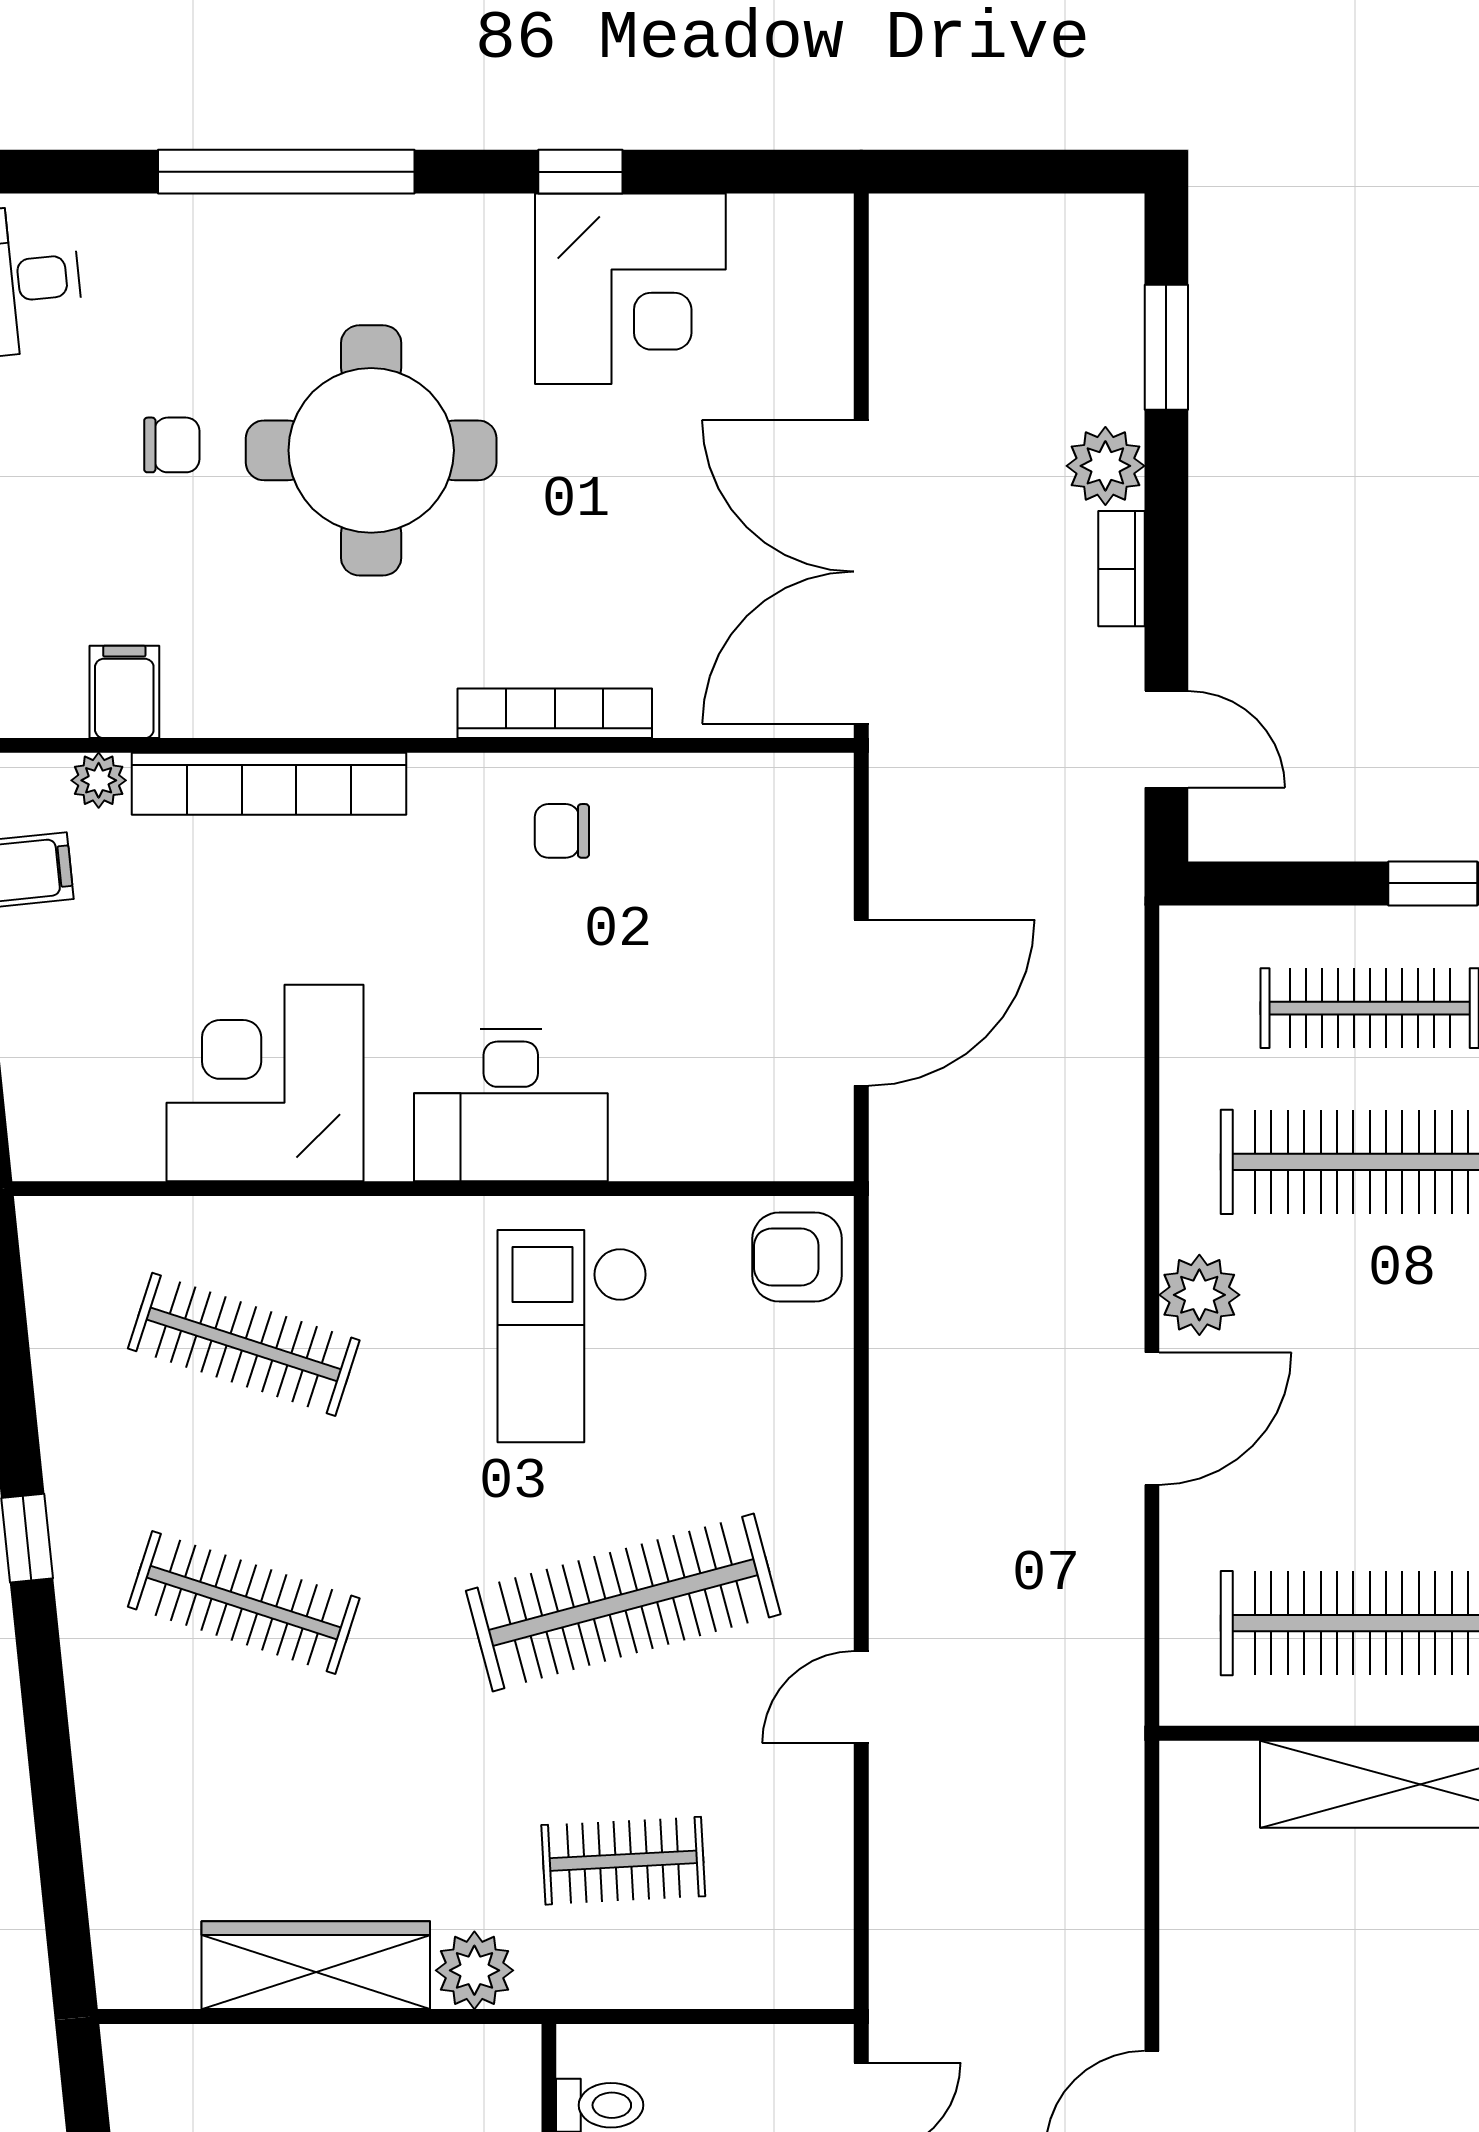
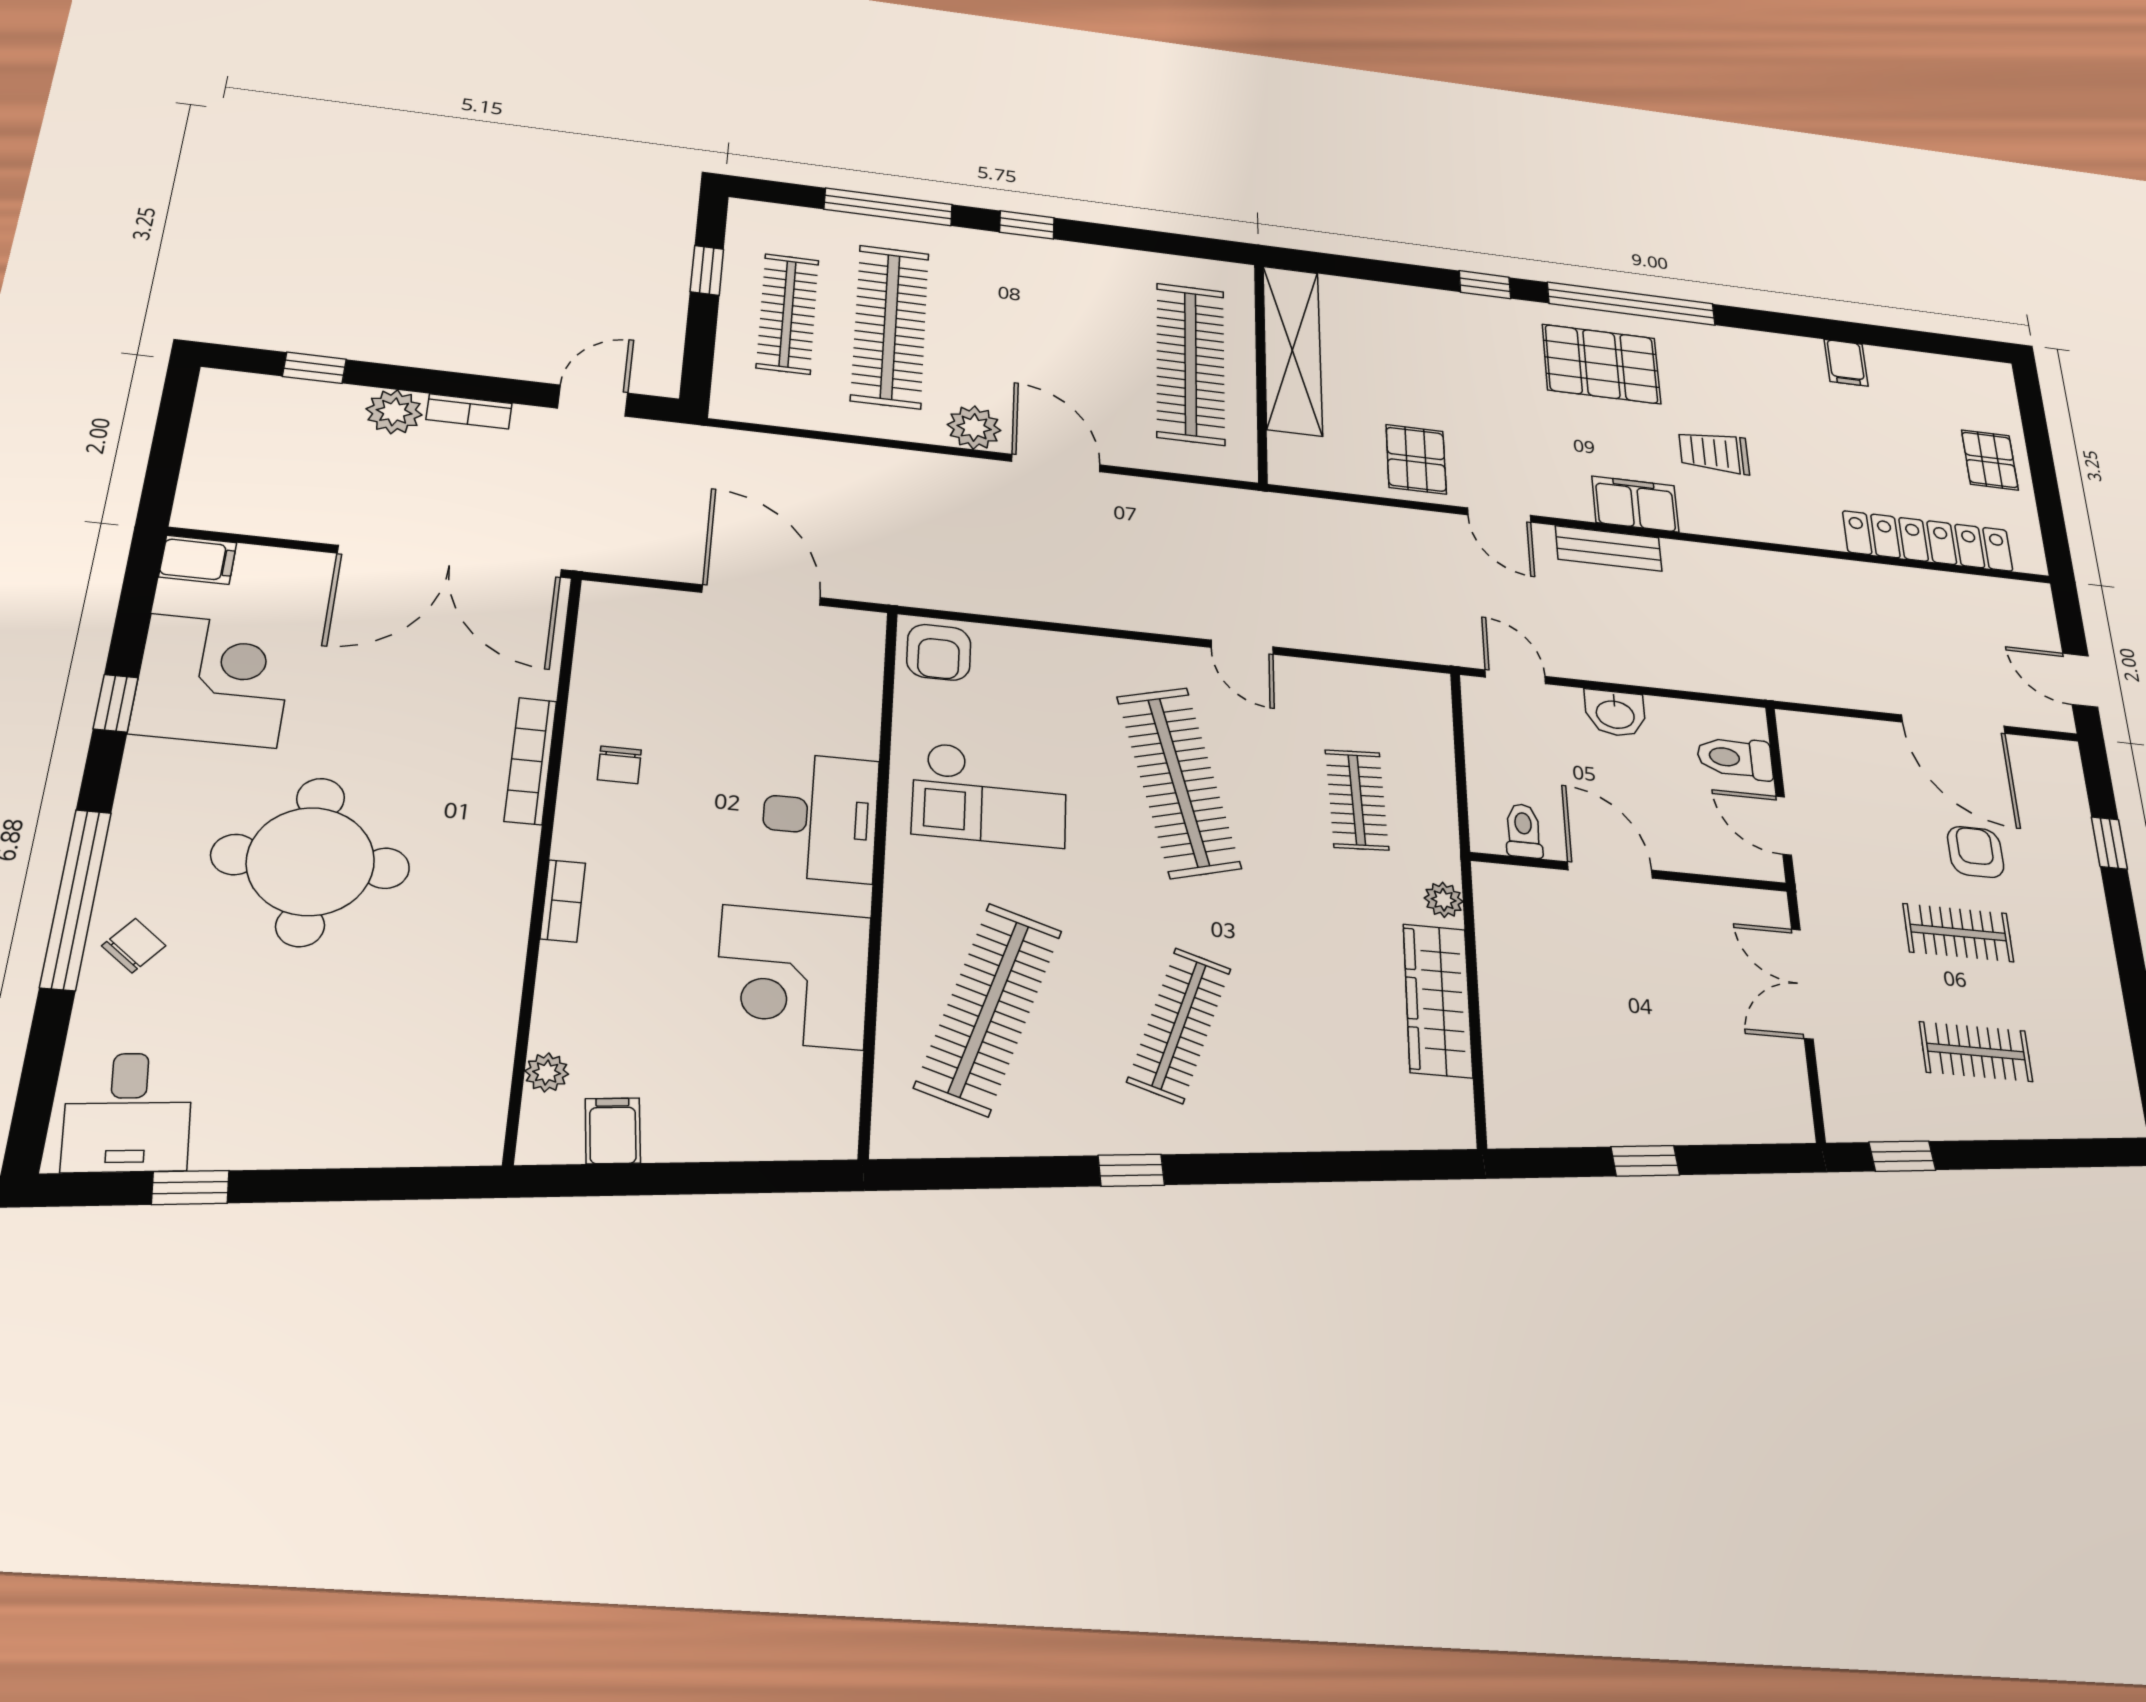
window: (1166, 347) -> (314, 368), width x0.67
chair: (172, 445) -> (134, 946), moved, turned 39
filing cabinet: (124, 692) -> (198, 560), moved, turned 180
bookcase: (269, 784) -> (563, 901), width x0.43, depth x0.76
clothes rail: (244, 1344) -> (989, 1008), width x1.37, depth x1.31
plant: (474, 1970) -> (1444, 900), width x0.73, depth x0.73
pallet: (1239, 1974) -> (1416, 459), added

